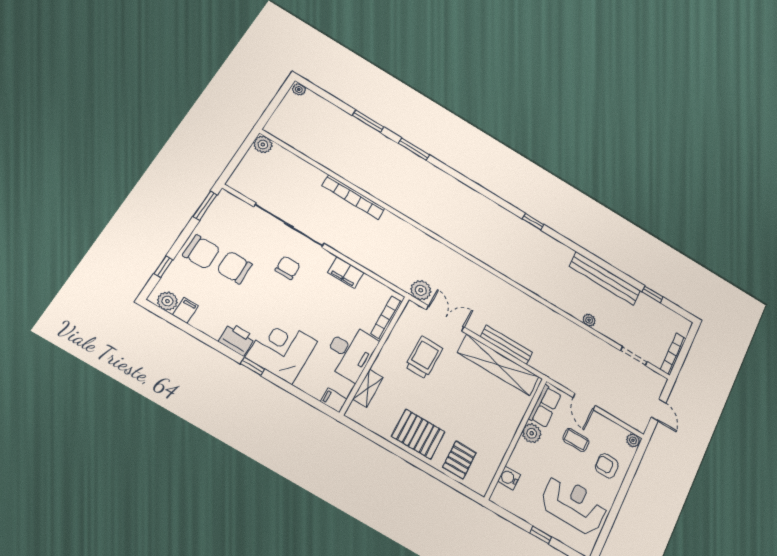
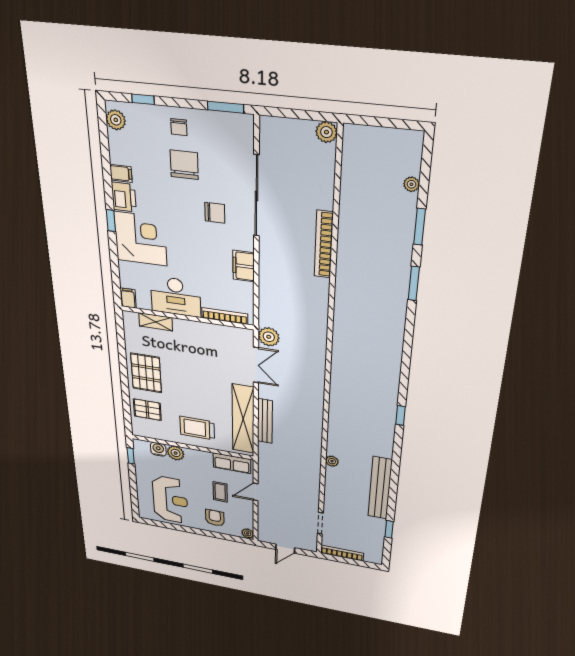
plant: (299, 89) -> (411, 184), moved
chair: (201, 252) -> (179, 127), width x0.54, depth x0.54
filing cabinet: (185, 310) -> (121, 173), moved
plant: (589, 320) -> (332, 461), moved
trolley: (424, 357) -> (197, 428), moved, turned 180
plant: (532, 433) -> (176, 453), moved
window: (541, 535) -> (131, 456), moved

